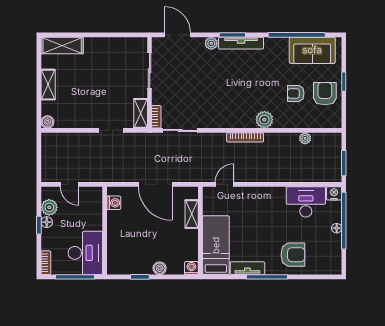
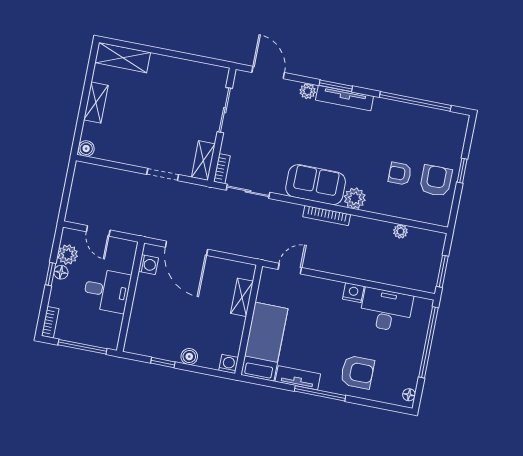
sofa: (312, 50) -> (316, 185), moved, turned 180
door: (155, 184) -> (187, 248), moved
nightstand: (334, 193) -> (353, 293), moved
floor lamp: (337, 228) -> (409, 395), moved
desk: (85, 253) -> (107, 291), moved, width x0.73

